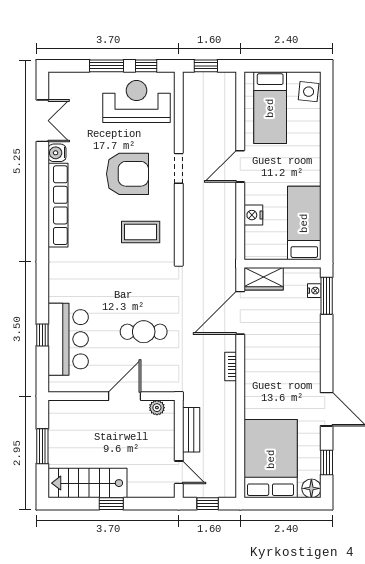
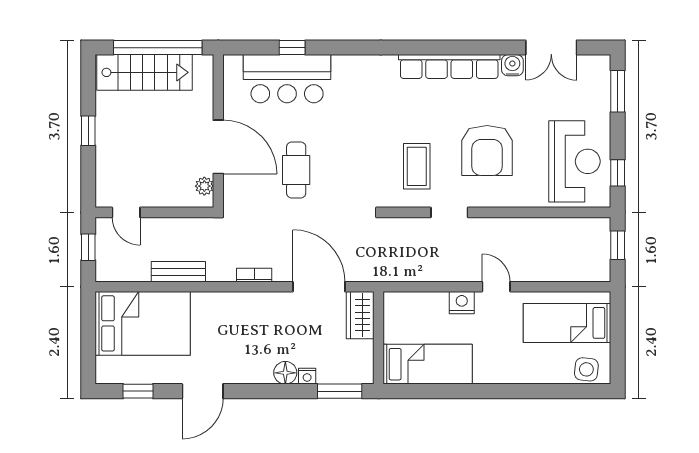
window: (107, 66) -> (618, 91), moved
door: (240, 166) -> (496, 287), width x0.73
doorway: (179, 168) -> (449, 212), moved
nightstand: (253, 215) -> (462, 303), moved
nightstand: (314, 291) -> (307, 376), moved
door: (125, 396) -> (218, 147), width x1.36
bench: (191, 430) -> (178, 272), moved
window: (42, 446) -> (158, 48), width x2.11
door: (179, 472) -> (126, 212), hinge flipped
stairs: (87, 483) -> (145, 72), moved, turned 90
floor lamp: (311, 488) -> (285, 373), moved

